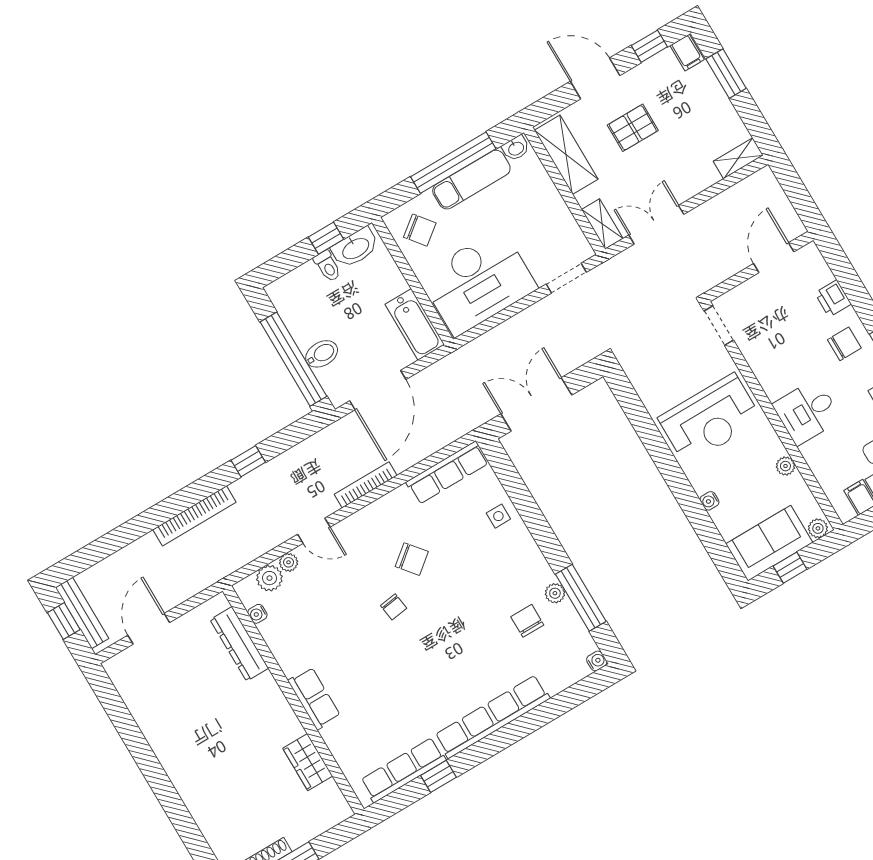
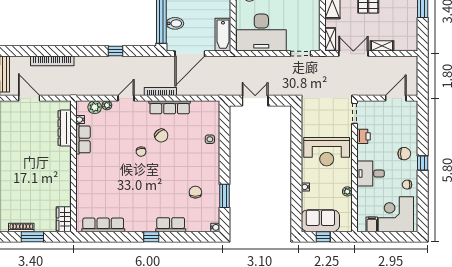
shelving: (738, 158) -> (382, 46), moved
printer: (833, 298) -> (364, 136), moved, turned 180
double door: (536, 404) -> (255, 101), width x0.73
row of seats: (447, 473) -> (170, 107), moved
bookcase: (194, 516) -> (52, 61), moved
plant: (818, 528) -> (345, 227), removed
door: (314, 531) -> (126, 98), swing flipped
plant: (555, 593) -> (215, 187), removed
window: (581, 598) -> (225, 196), width x0.69
door: (149, 629) -> (29, 98), hinge flipped
row of seats: (314, 698) -> (83, 139), moved
row of seats: (492, 717) -> (171, 225), width x0.50
wardrobe: (308, 762) -> (64, 219), moved
window: (438, 776) -> (151, 237), moved

